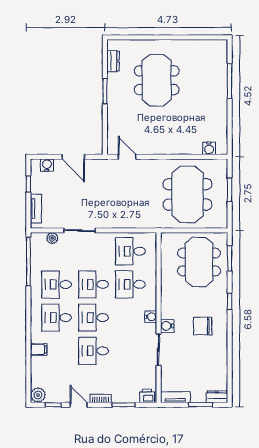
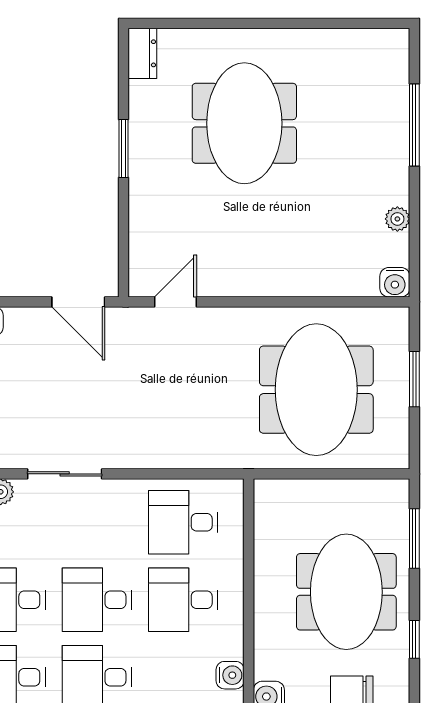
dresser: (113, 61) -> (142, 53), moved
plant: (222, 121) -> (397, 219), added
water cooler: (209, 148) -> (395, 282), moved
door: (73, 157) -> (78, 302), moved
door: (127, 157) -> (175, 302), hinge flipped
meeting table: (199, 262) -> (346, 592), moved

